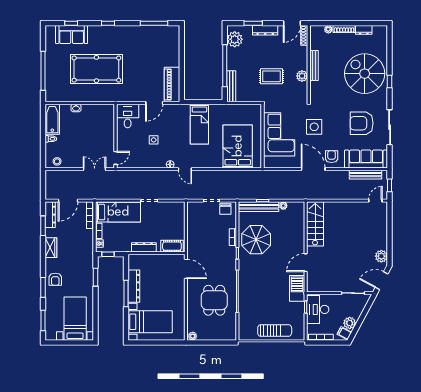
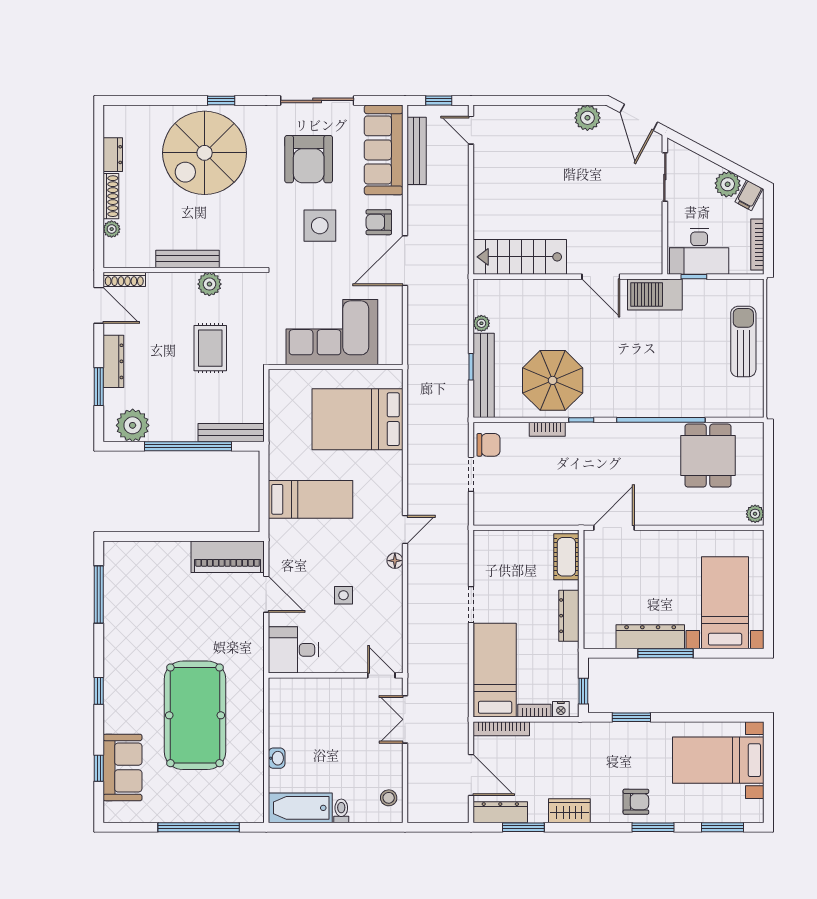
side table: (314, 127) -> (320, 226), moved
dining table: (214, 300) -> (708, 456), moved, turned 90

